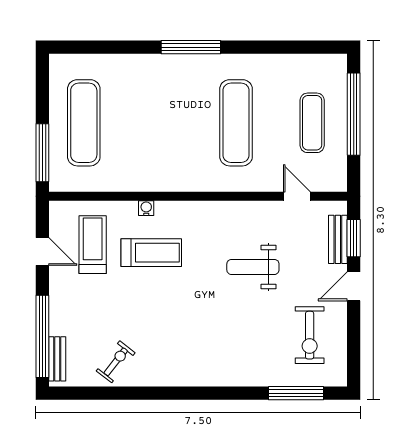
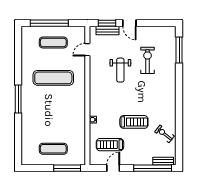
exercise mat: (84, 123) -> (53, 149), width x0.73, depth x0.69
treadmill: (151, 253) -> (134, 122), moved, turned 90
exercise bike: (310, 335) -> (148, 60), moved, turned -90

